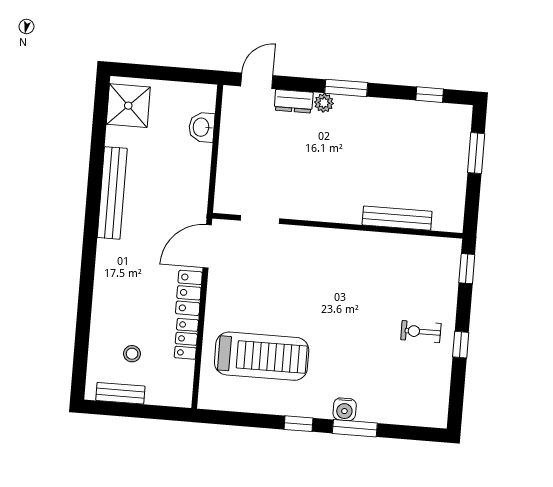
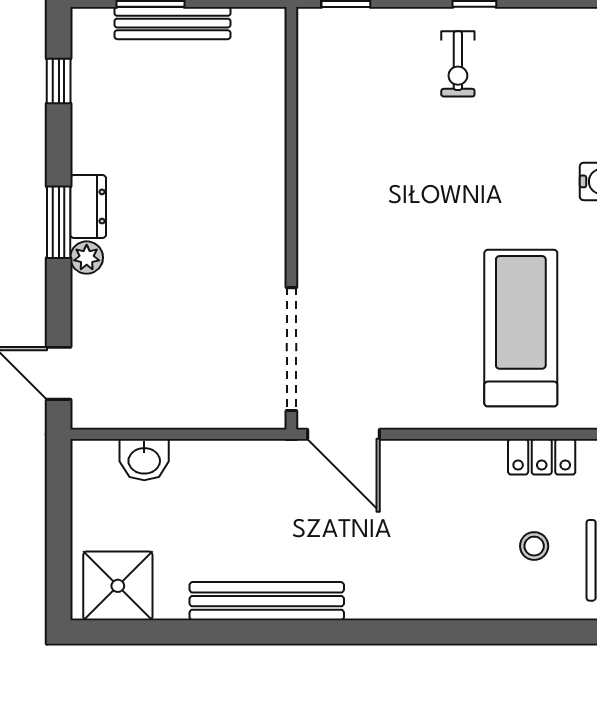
dresser: (294, 101) -> (88, 206), moved
bench: (397, 218) -> (172, 23), moved, turned 90
doorway: (260, 220) -> (291, 349), width x1.87
locker: (189, 293) -> (424, 459), removed
locker: (186, 339) -> (542, 457), moved

